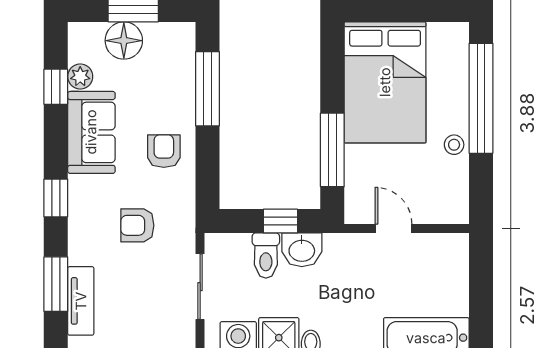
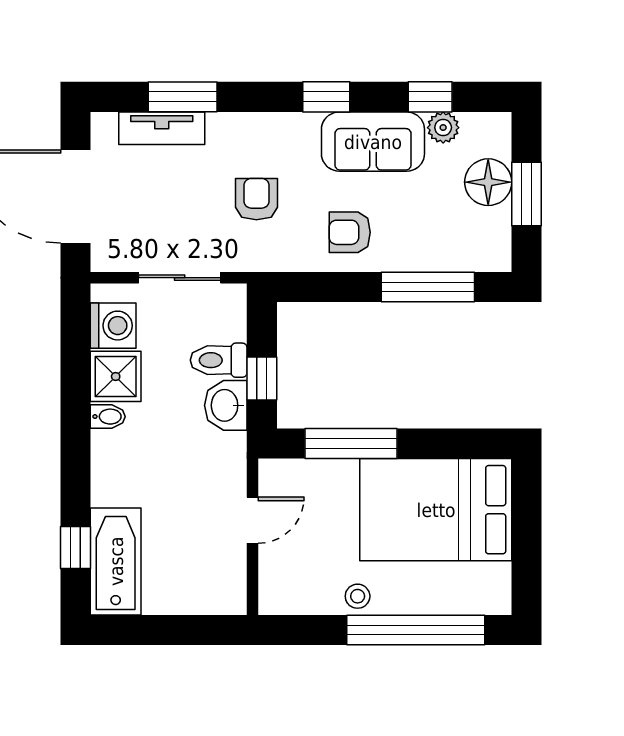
armchair: (164, 151) -> (350, 232), turned 180
window: (56, 198) -> (326, 97), moved

